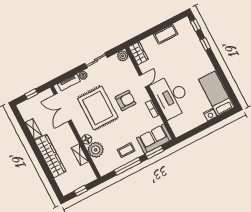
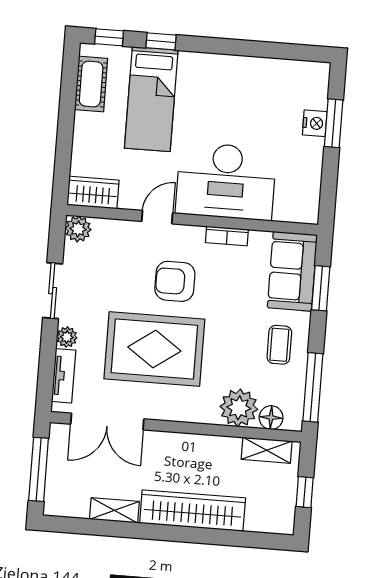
cot: (166, 34) -> (91, 84), moved
door: (144, 81) -> (157, 217), hinge flipped
bed: (216, 93) -> (151, 99), moved, turned -90
window: (31, 94) -> (39, 469), width x2.17
armchair: (126, 100) -> (175, 281), turned -90
window: (214, 121) -> (334, 123), added
floor lamp: (87, 139) -> (271, 418), moved
shelving: (80, 155) -> (267, 450), moved
window: (128, 166) -> (313, 387), moved

